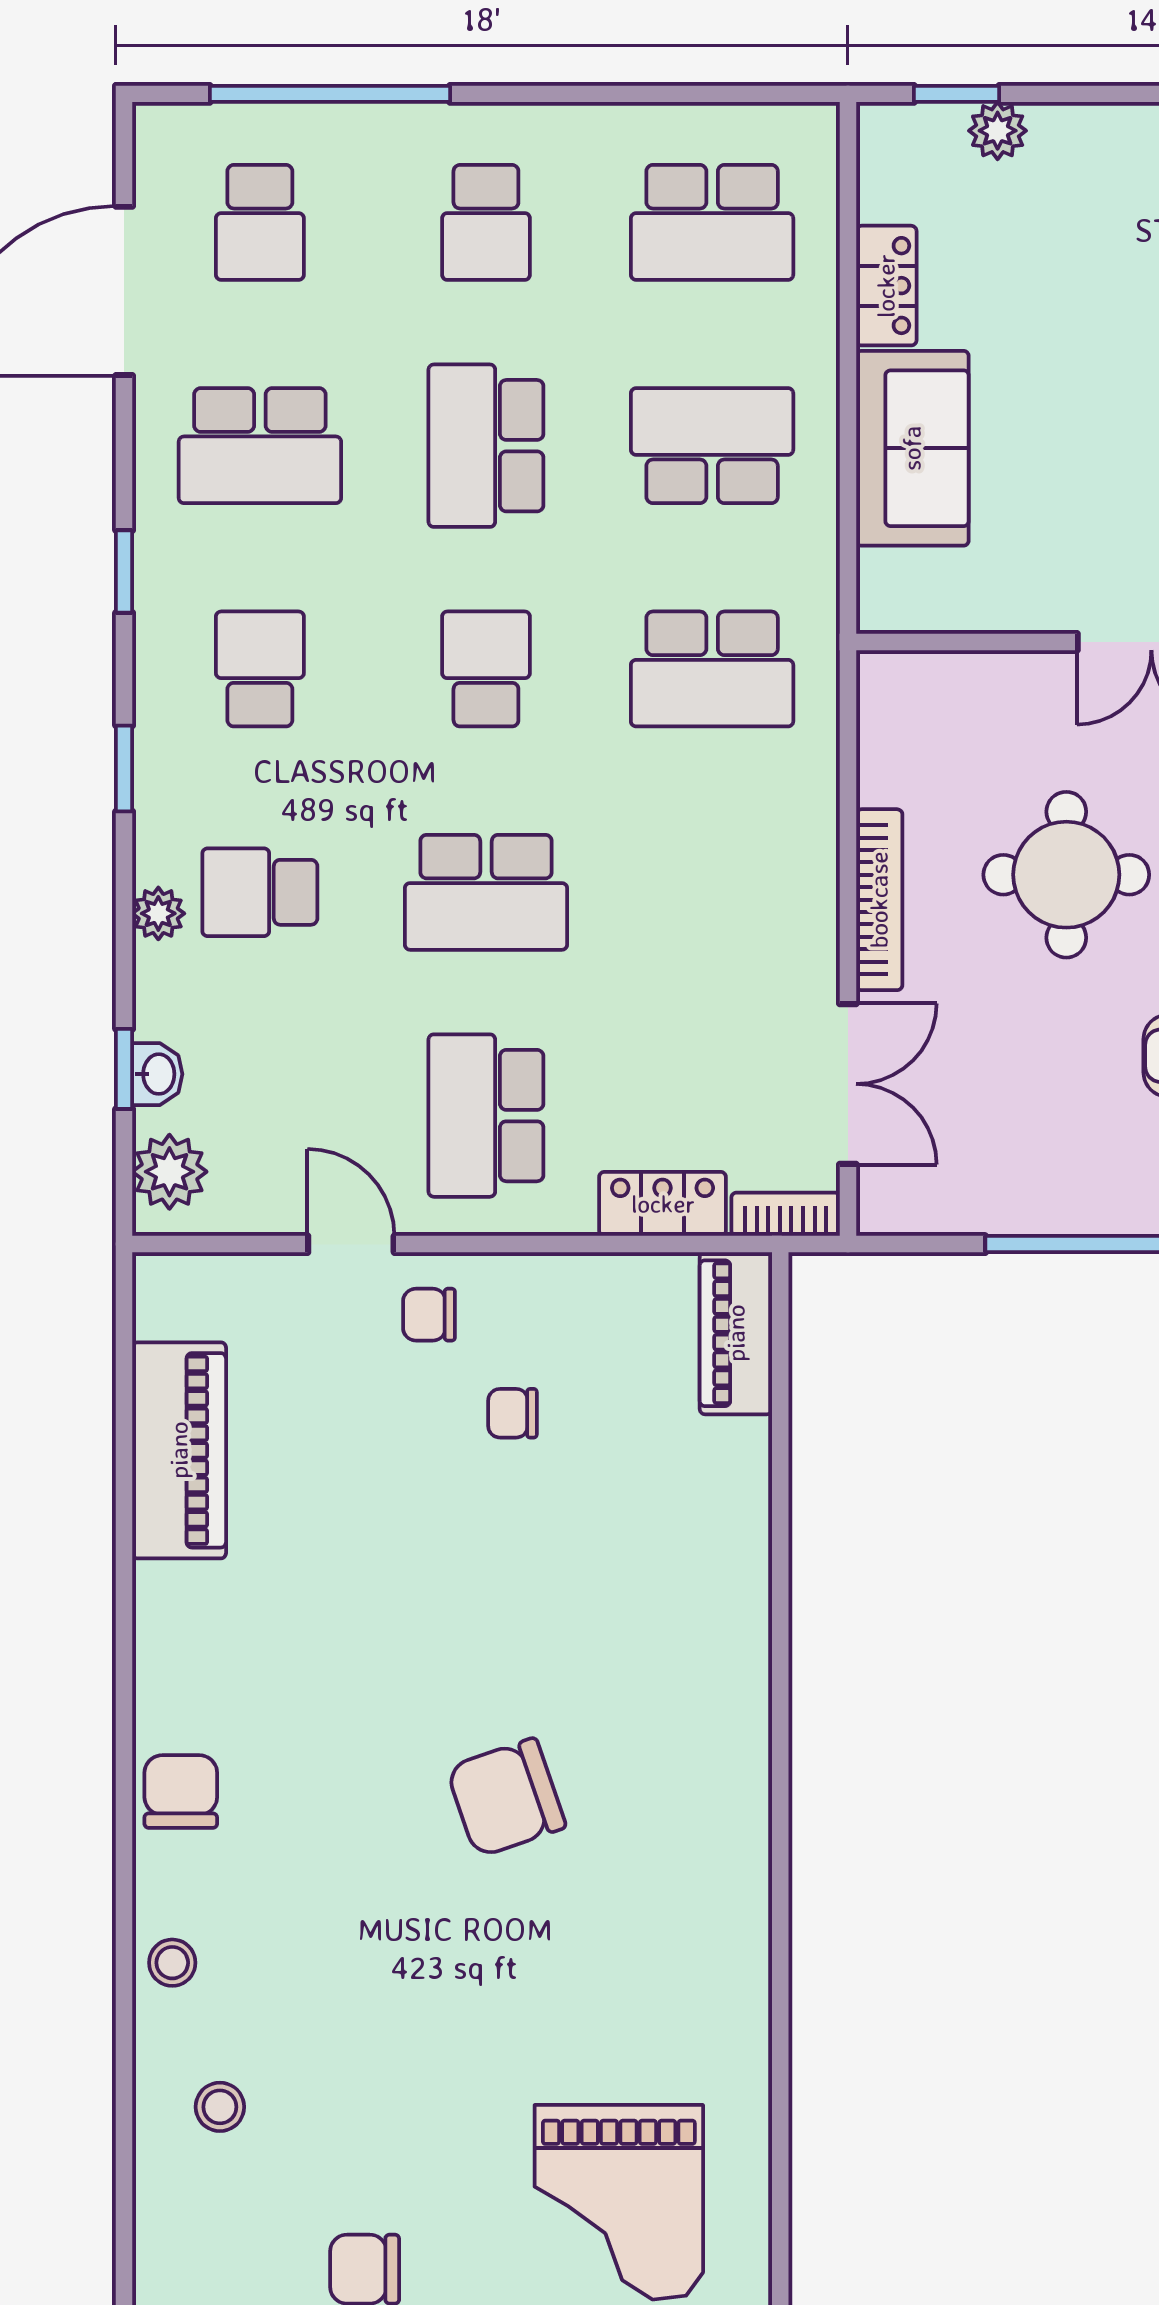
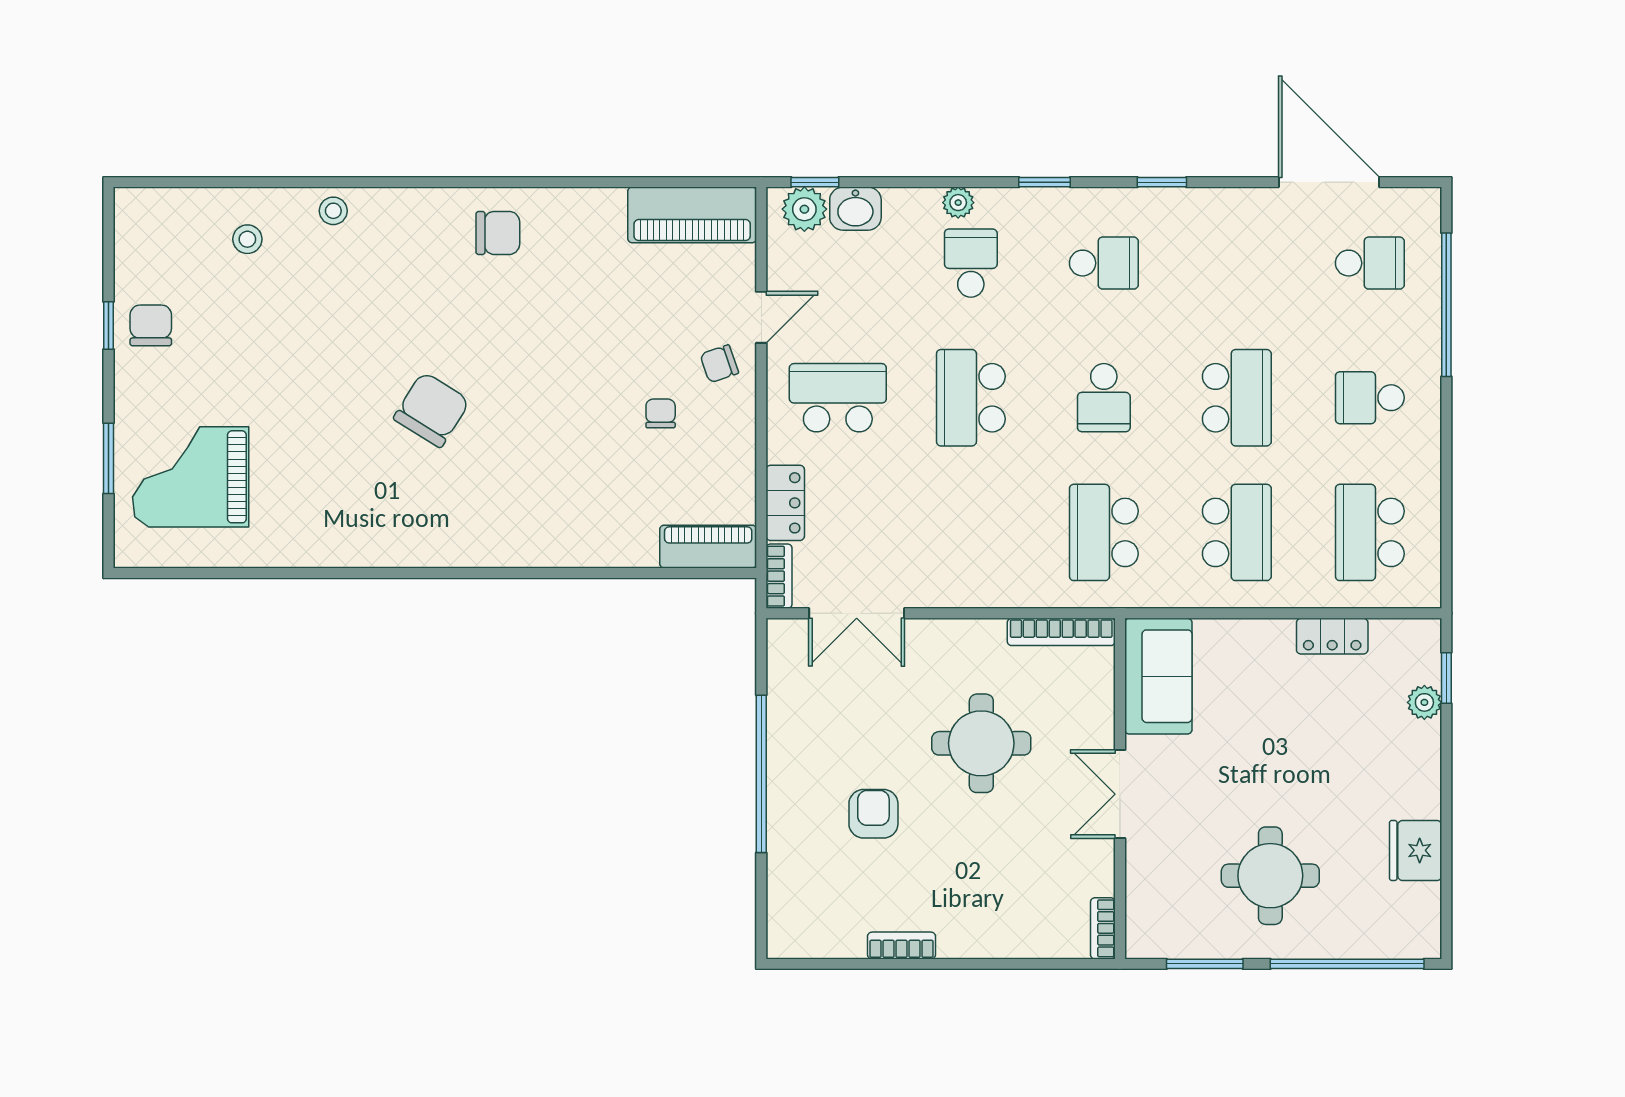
school desk: (260, 222) -> (1370, 263), turned 180
school desk: (260, 446) -> (1237, 263), removed
school desk: (486, 446) -> (1237, 398), turned 90
sofa: (912, 448) -> (1158, 676), moved, turned -90
school desk: (486, 669) -> (1104, 398), turned 90
bookcase: (879, 900) -> (1061, 632), moved
window: (124, 1069) -> (815, 182), moved
washbasin: (157, 1074) -> (855, 209), width x1.38, depth x1.45
chair: (429, 1315) -> (719, 364), turned -109
piano: (179, 1450) -> (692, 215), moved
chair: (181, 1791) -> (498, 233), moved
chair: (506, 1798) -> (432, 410), turned 51

